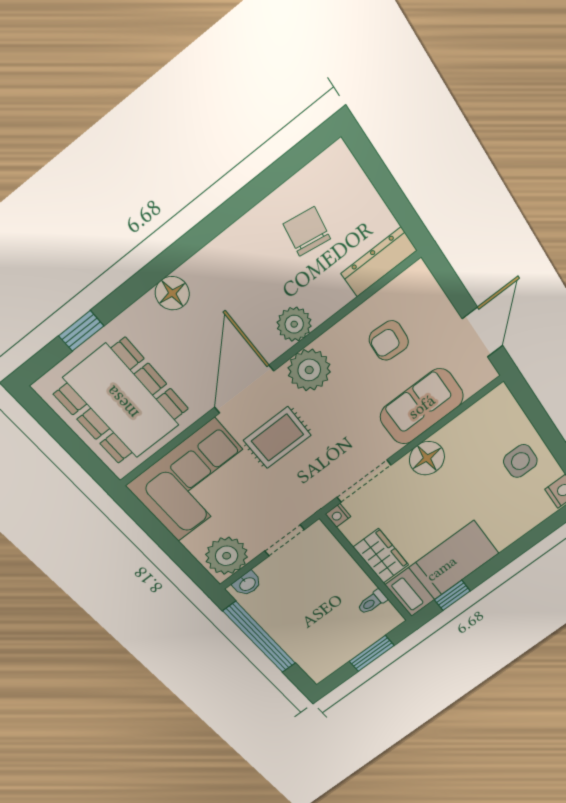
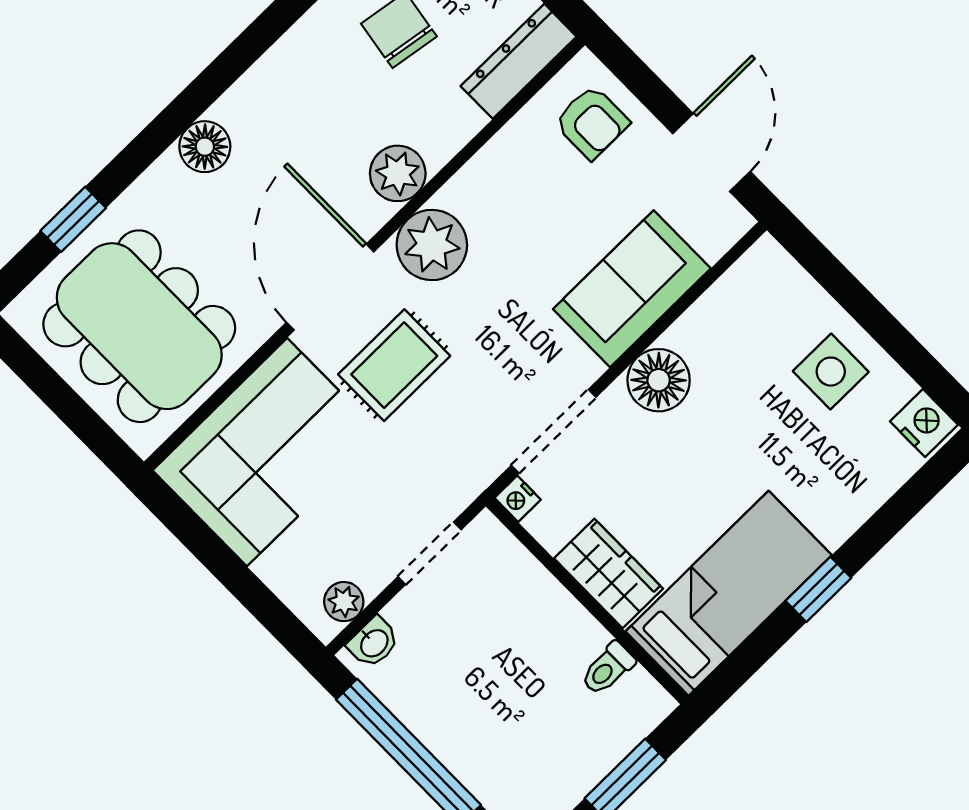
armchair: (389, 340) -> (592, 122), moved, turned -94
plant: (227, 556) -> (344, 602), width x0.53, depth x0.53
window: (452, 595) -> (818, 589), moved

